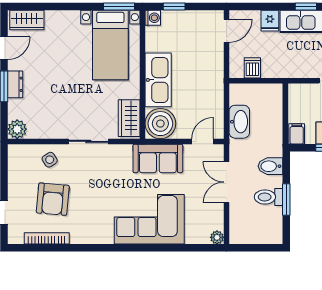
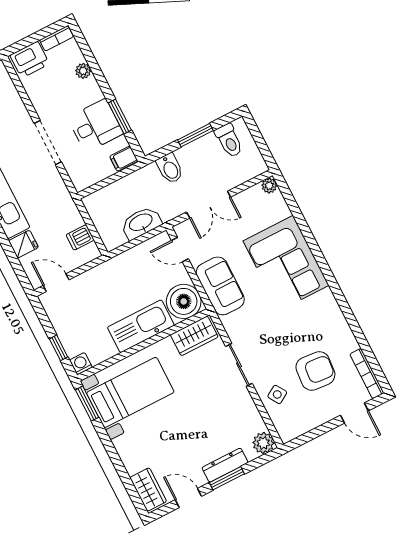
dresser: (15, 84) -> (225, 465), width x1.44
toilet: (269, 197) -> (229, 140), moved
bookcase: (47, 238) -> (367, 374), moved

